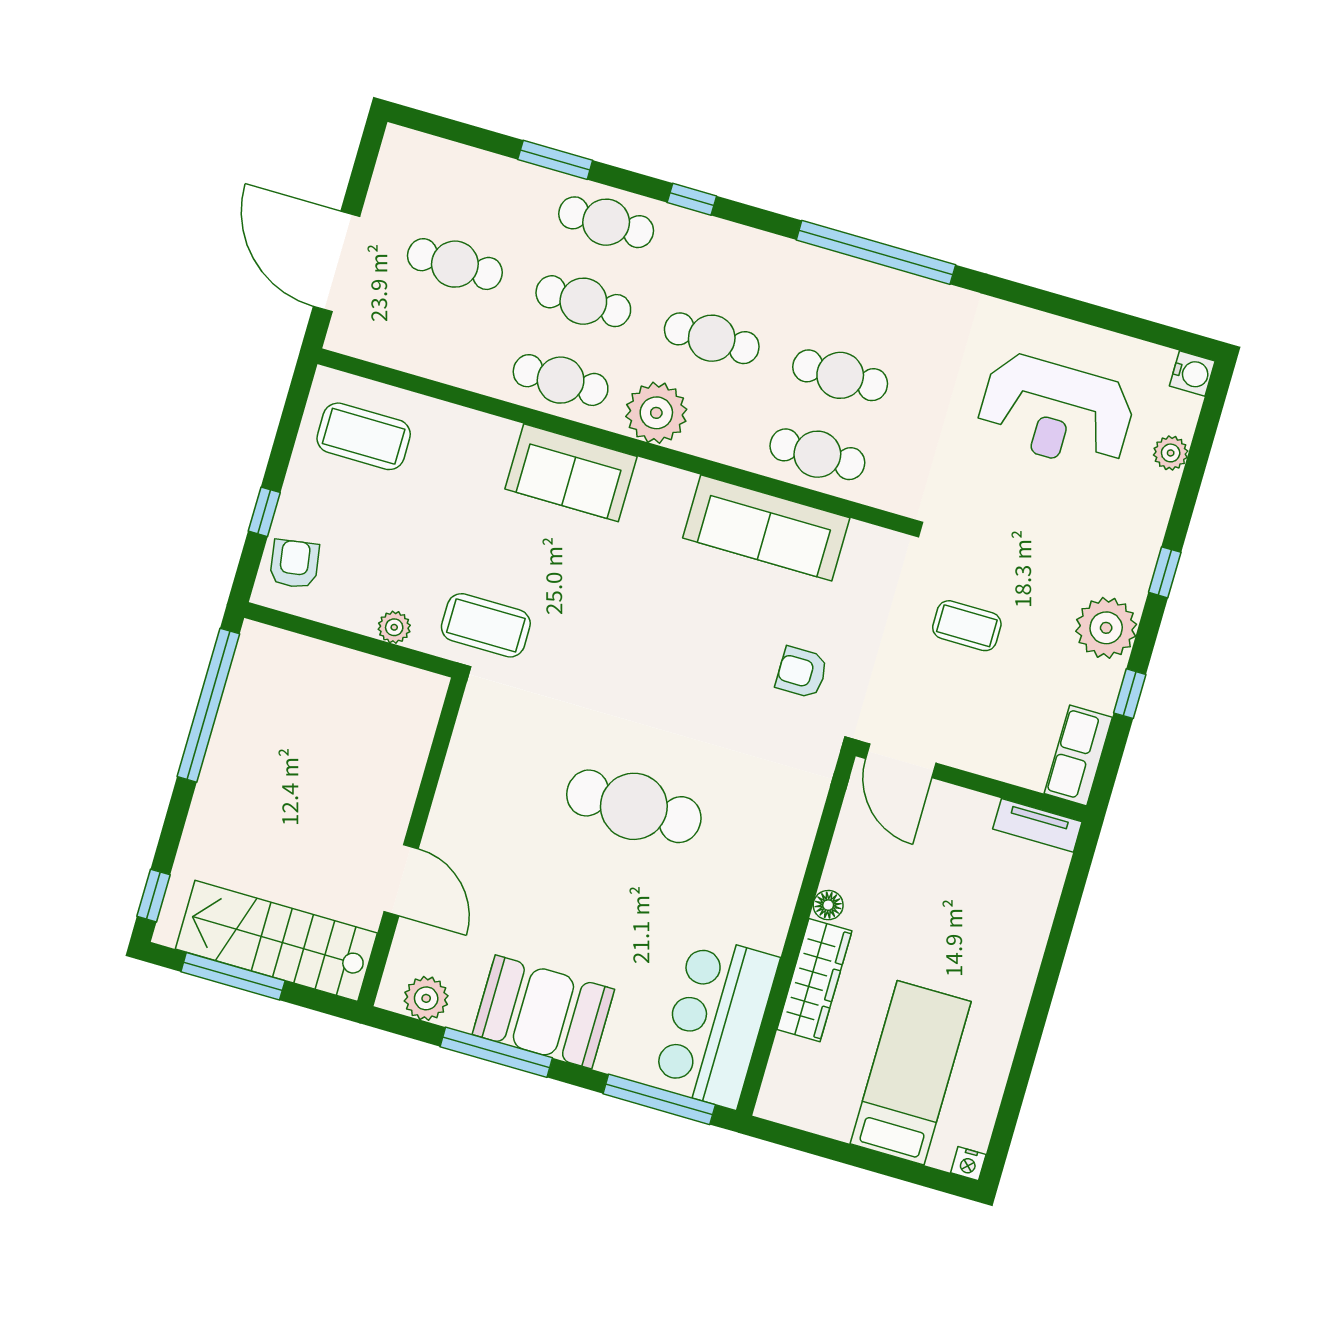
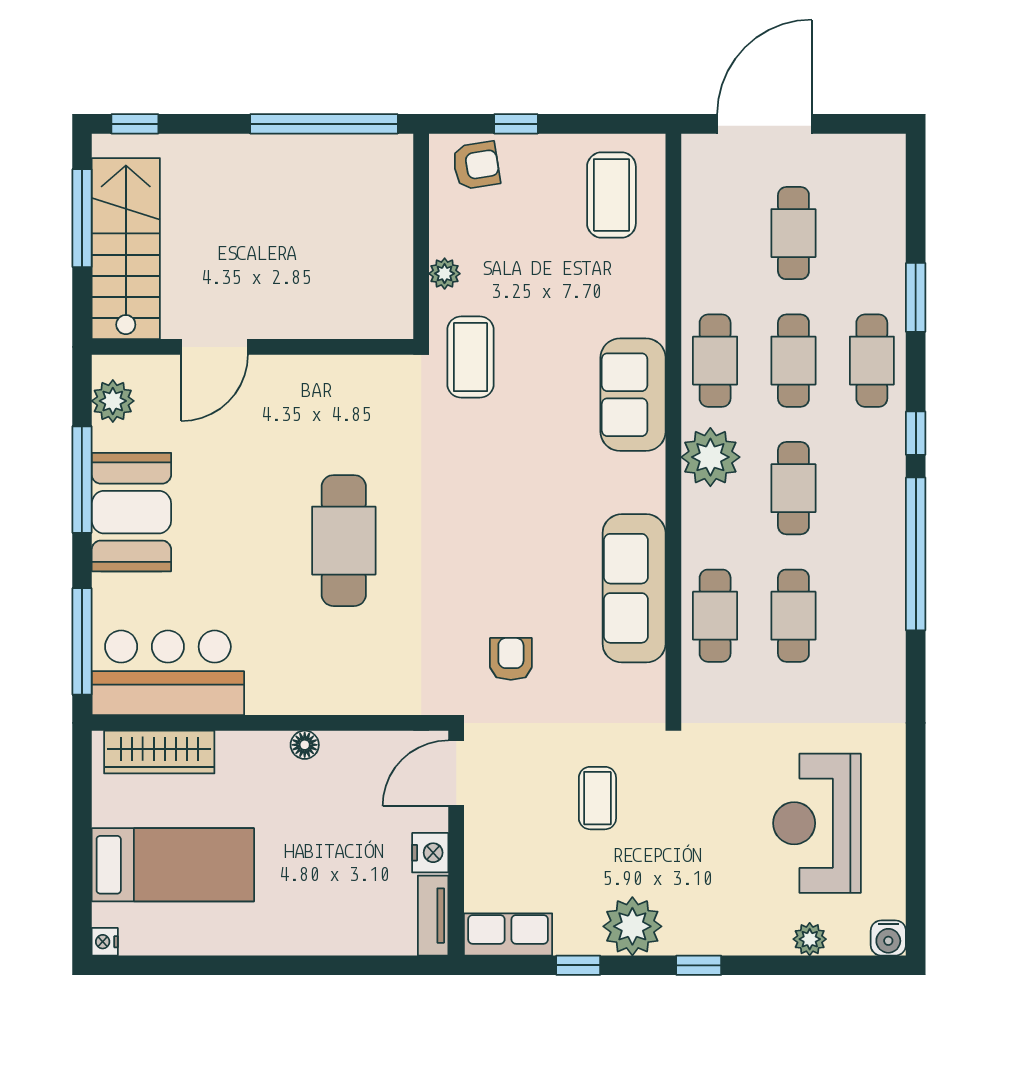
window: (876, 252) -> (916, 554), moved
nightstand: (973, 810) -> (430, 853), added
wardrobe: (814, 980) -> (159, 752), moved

